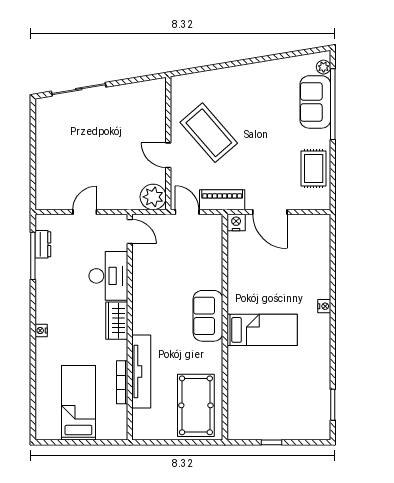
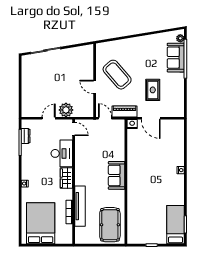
rug: (314, 168) -> (153, 90), moved
plant: (153, 197) -> (66, 110), moved
bed: (262, 330) -> (175, 225), moved, turned -90
bed: (78, 403) -> (41, 223), width x1.50

